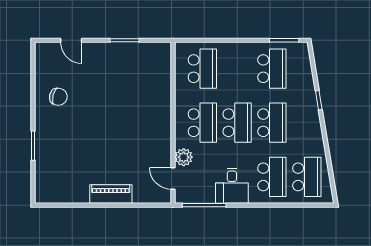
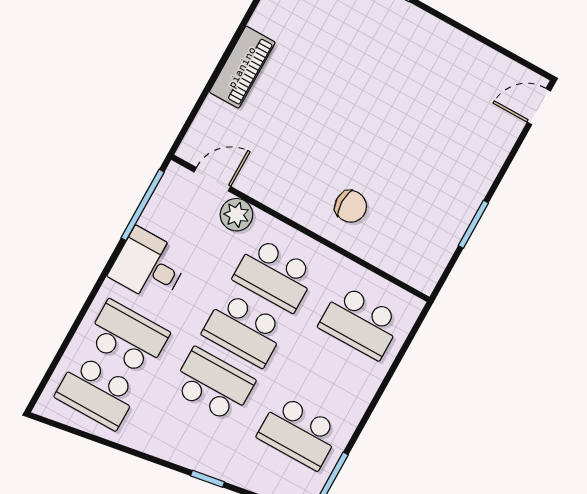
door: (71, 40) -> (539, 107), moved
chair: (58, 97) -> (351, 206), moved, turned -104
school desk: (272, 123) -> (213, 385), turned 180
school desk: (272, 177) -> (128, 337), turned 180

